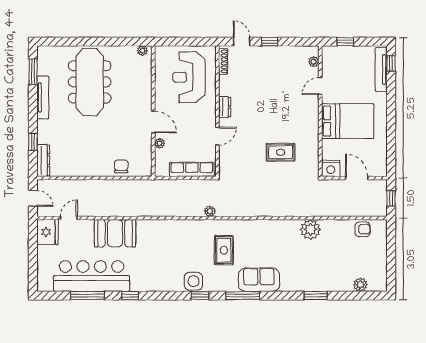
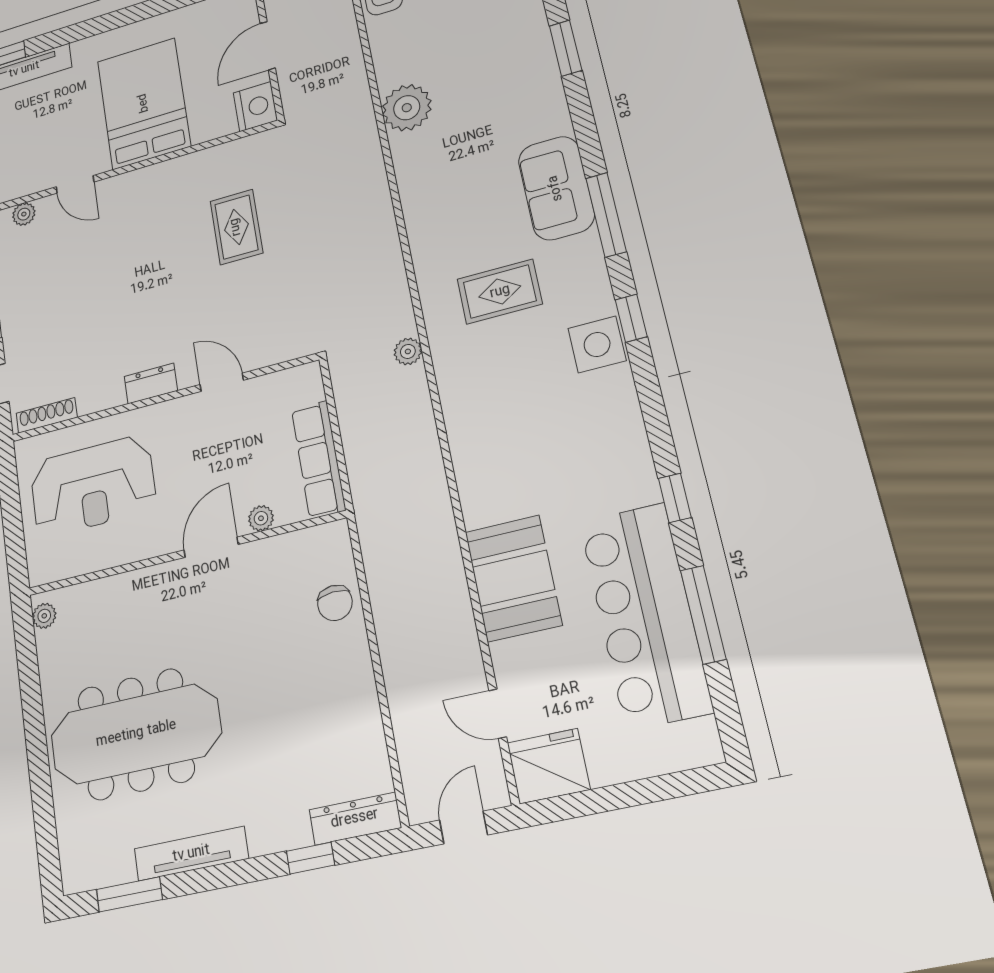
chair: (121, 166) -> (335, 603), turned -93
row of seats: (192, 169) -> (318, 459), moved

